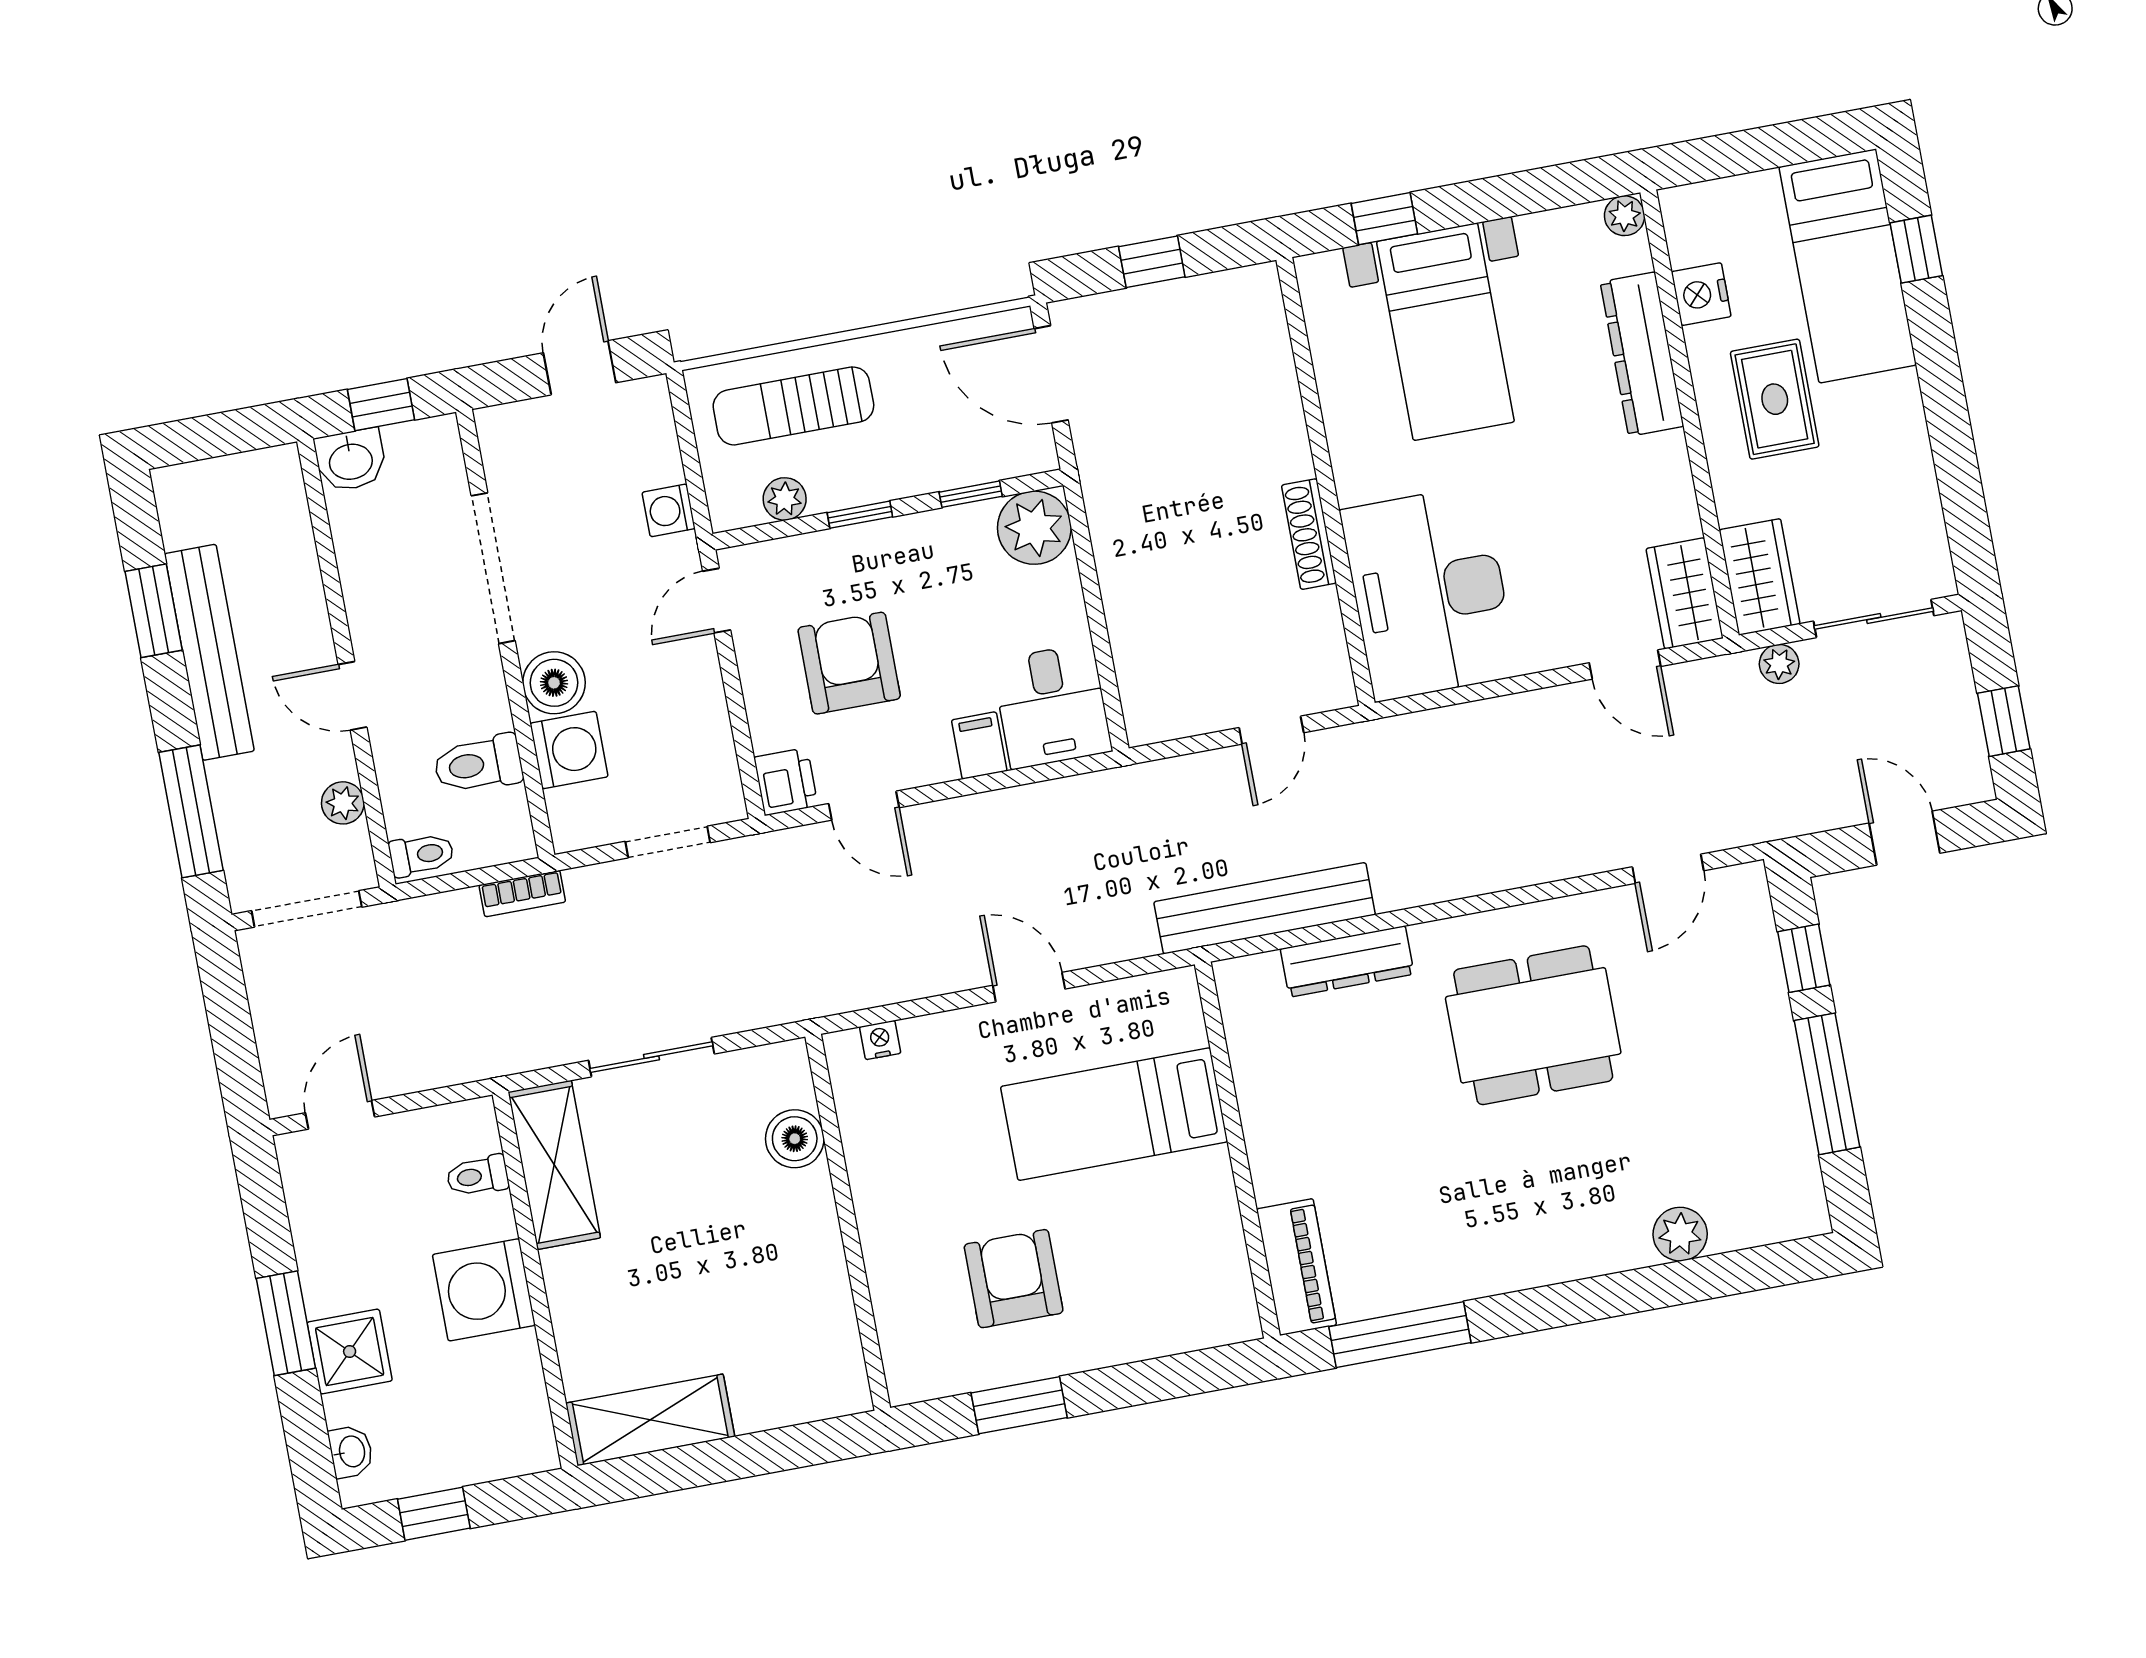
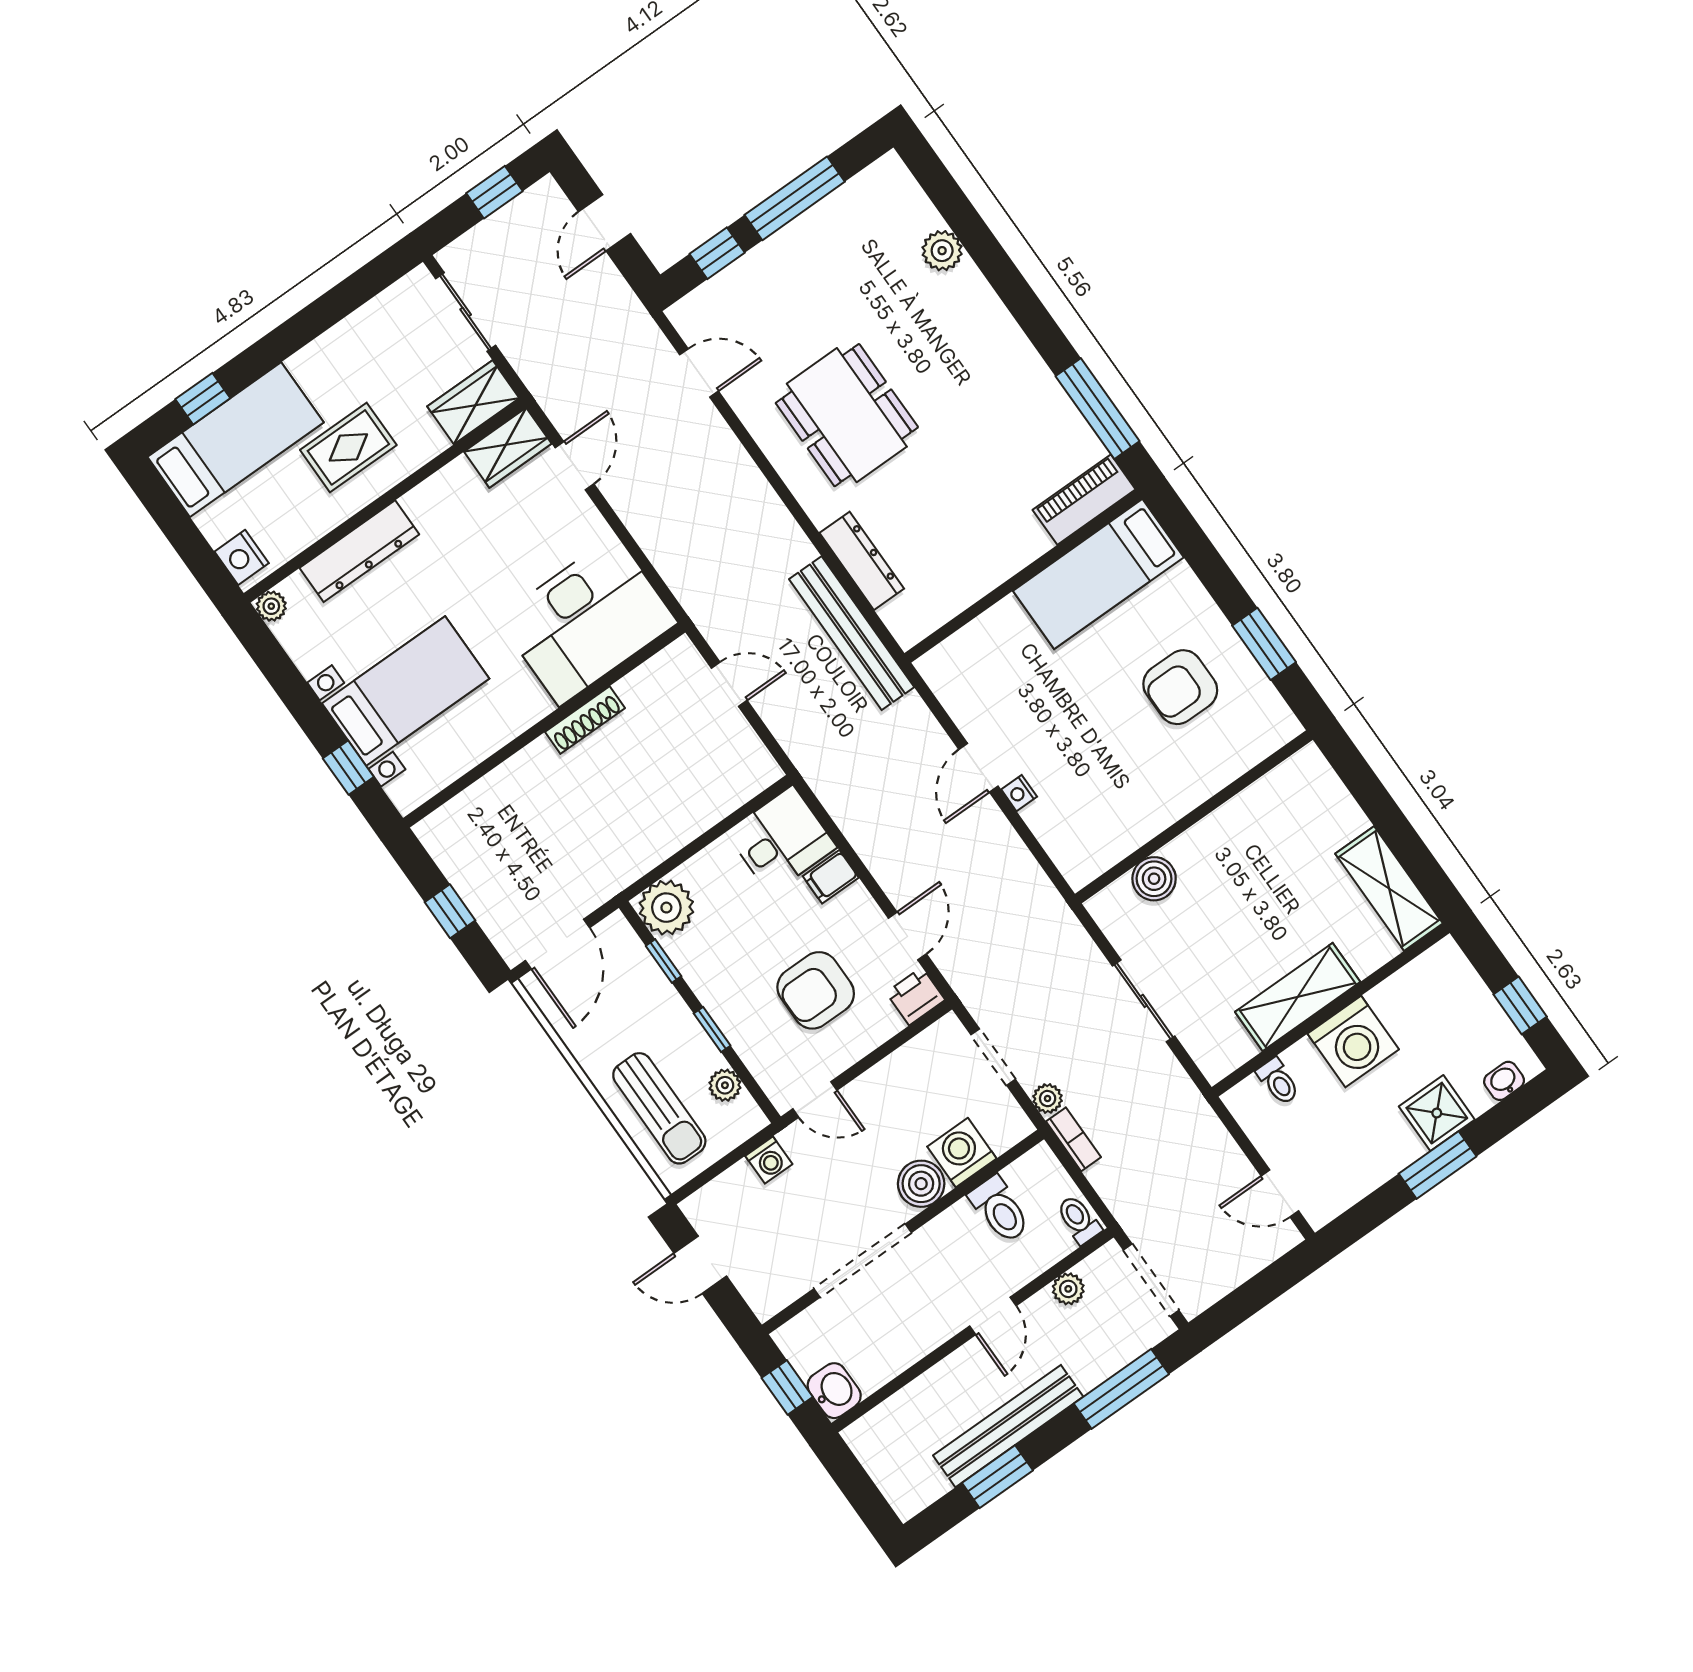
nightstand: (1701, 294) -> (242, 557), moved, turned 90
plant: (1779, 664) -> (1048, 1099), moved
nightstand: (880, 1040) -> (1019, 793), moved
bed: (1114, 1114) -> (1098, 574), moved, turned 90
shelving: (554, 1165) -> (1298, 997), moved

